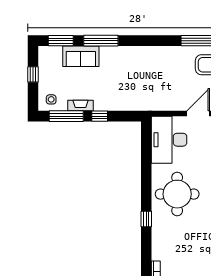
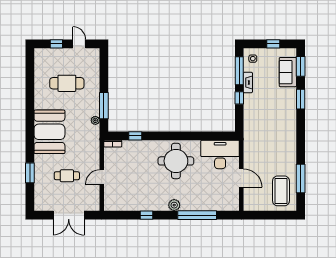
window: (101, 41) -> (301, 99), width x0.69
sofa: (81, 56) -> (288, 72), moved
window: (146, 219) -> (135, 136), moved

